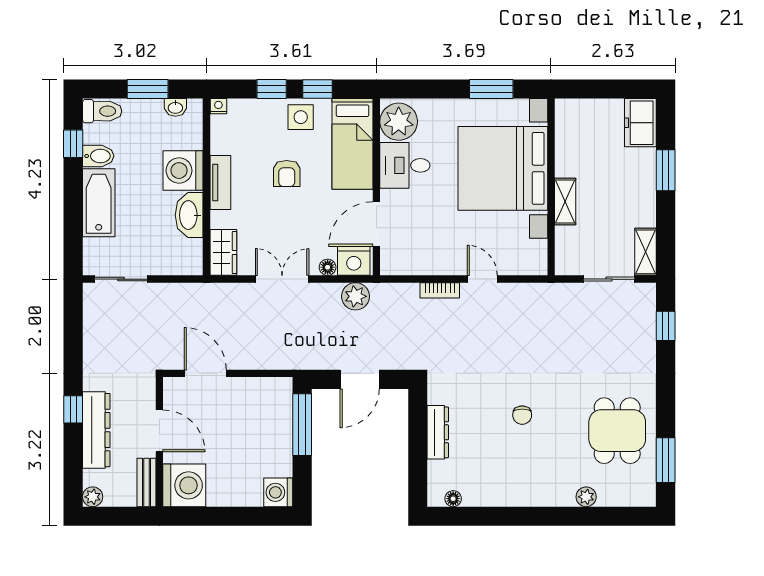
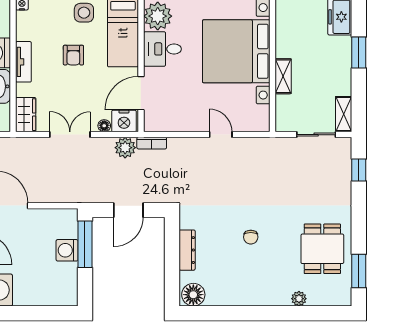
bookcase: (440, 290) -> (152, 143), moved
washing machine: (278, 492) -> (67, 250), moved
floor lamp: (453, 499) -> (193, 295), width x1.89, depth x1.89

